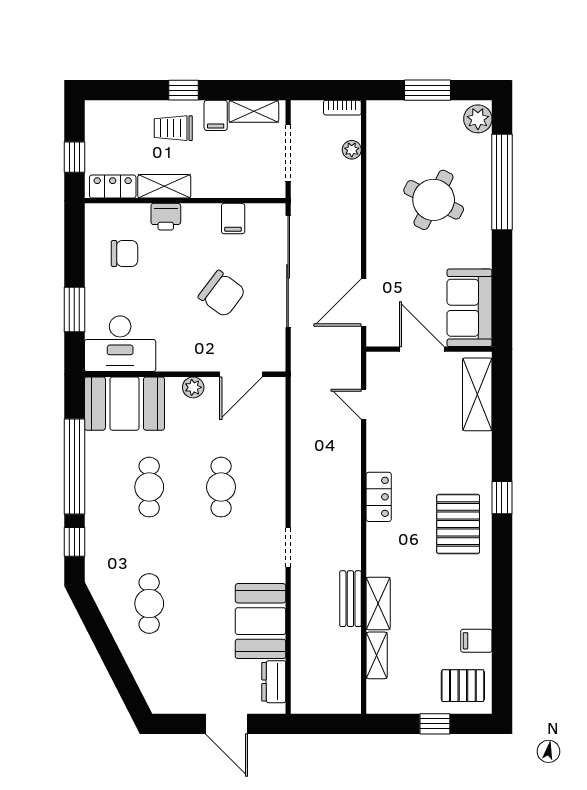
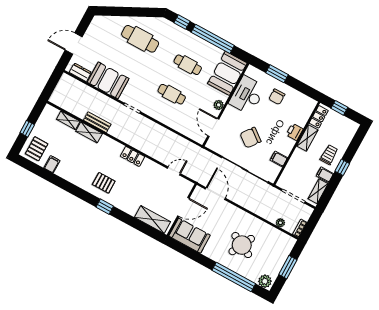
chair: (125, 253) -> (277, 97), moved
desk: (120, 344) -> (247, 95), moved
pallet: (458, 524) -> (104, 183), width x0.67, depth x0.71
cafe table: (149, 604) -> (140, 39), width x1.37, depth x1.35

